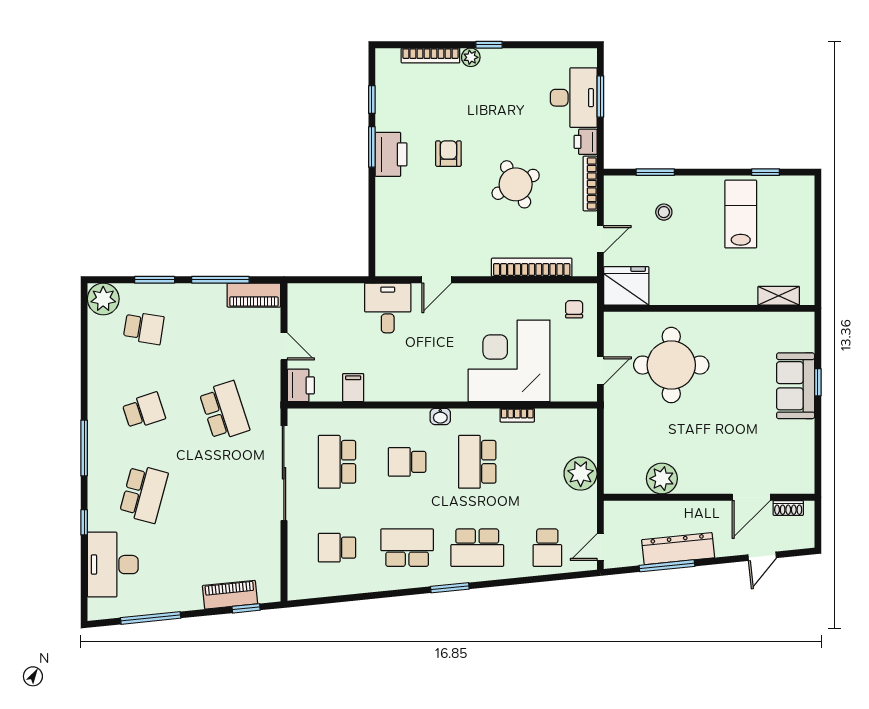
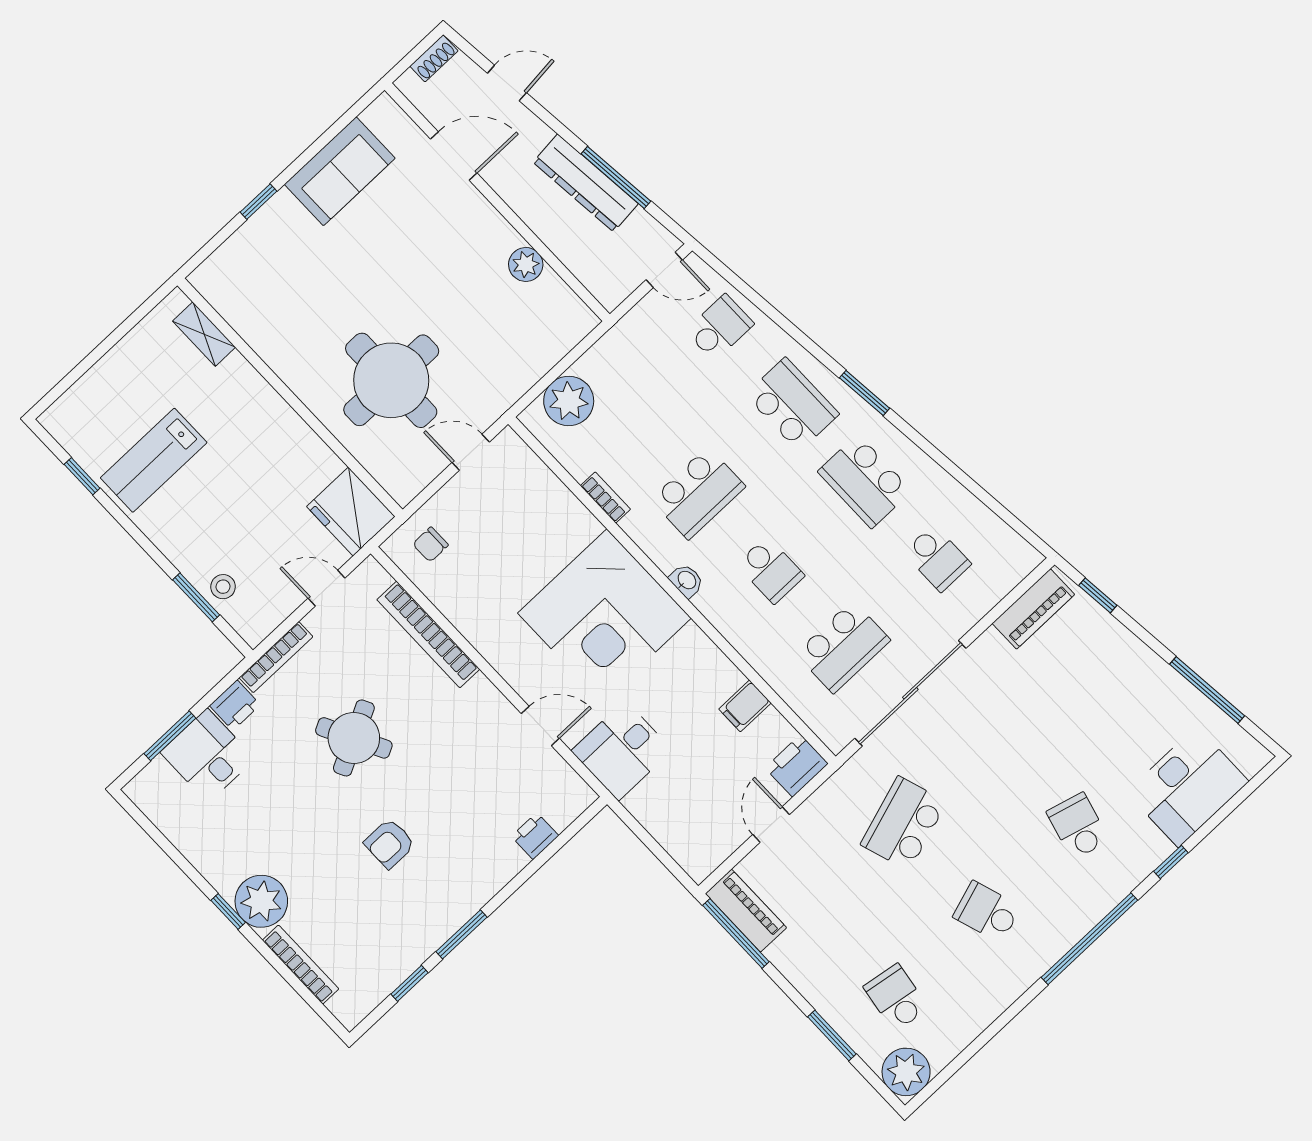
plant: (471, 57) -> (261, 901), width x1.87, depth x1.87
desk: (574, 98) -> (208, 756), width x0.73
printer: (391, 154) -> (535, 836), moved, width x0.53, depth x0.68
stool: (664, 212) -> (223, 587), moved
window: (220, 280) -> (736, 934), moved
corner desk: (509, 361) -> (604, 616), moved
sofa: (796, 386) -> (340, 171), moved
window: (84, 448) -> (1089, 939), width x1.46
plant: (581, 474) -> (569, 401), moved
plant: (662, 479) -> (526, 264), width x0.73, depth x0.73
school desk: (144, 494) -> (1078, 826), width x0.54
shoe rack: (788, 508) -> (434, 58), moved, turned 90
piano: (230, 595) -> (1033, 609), moved, turned -84

